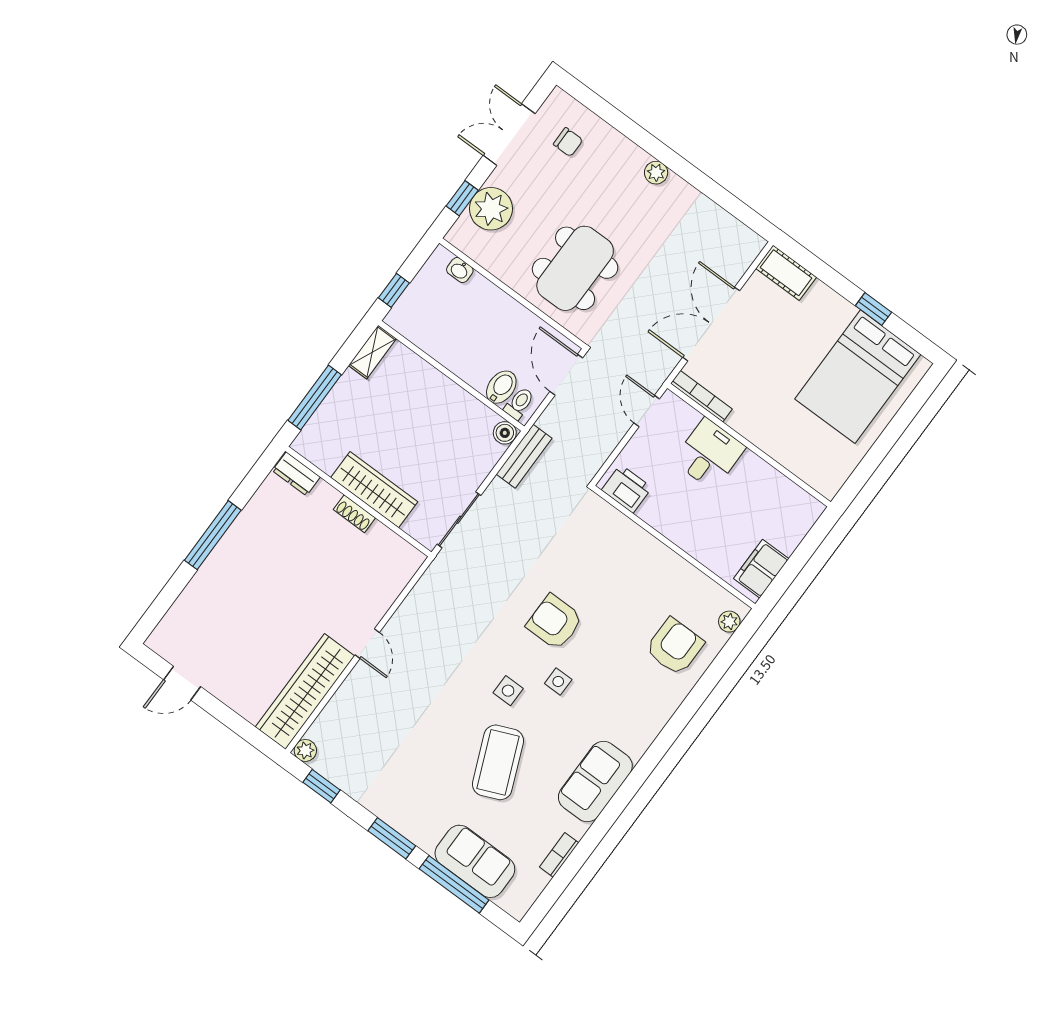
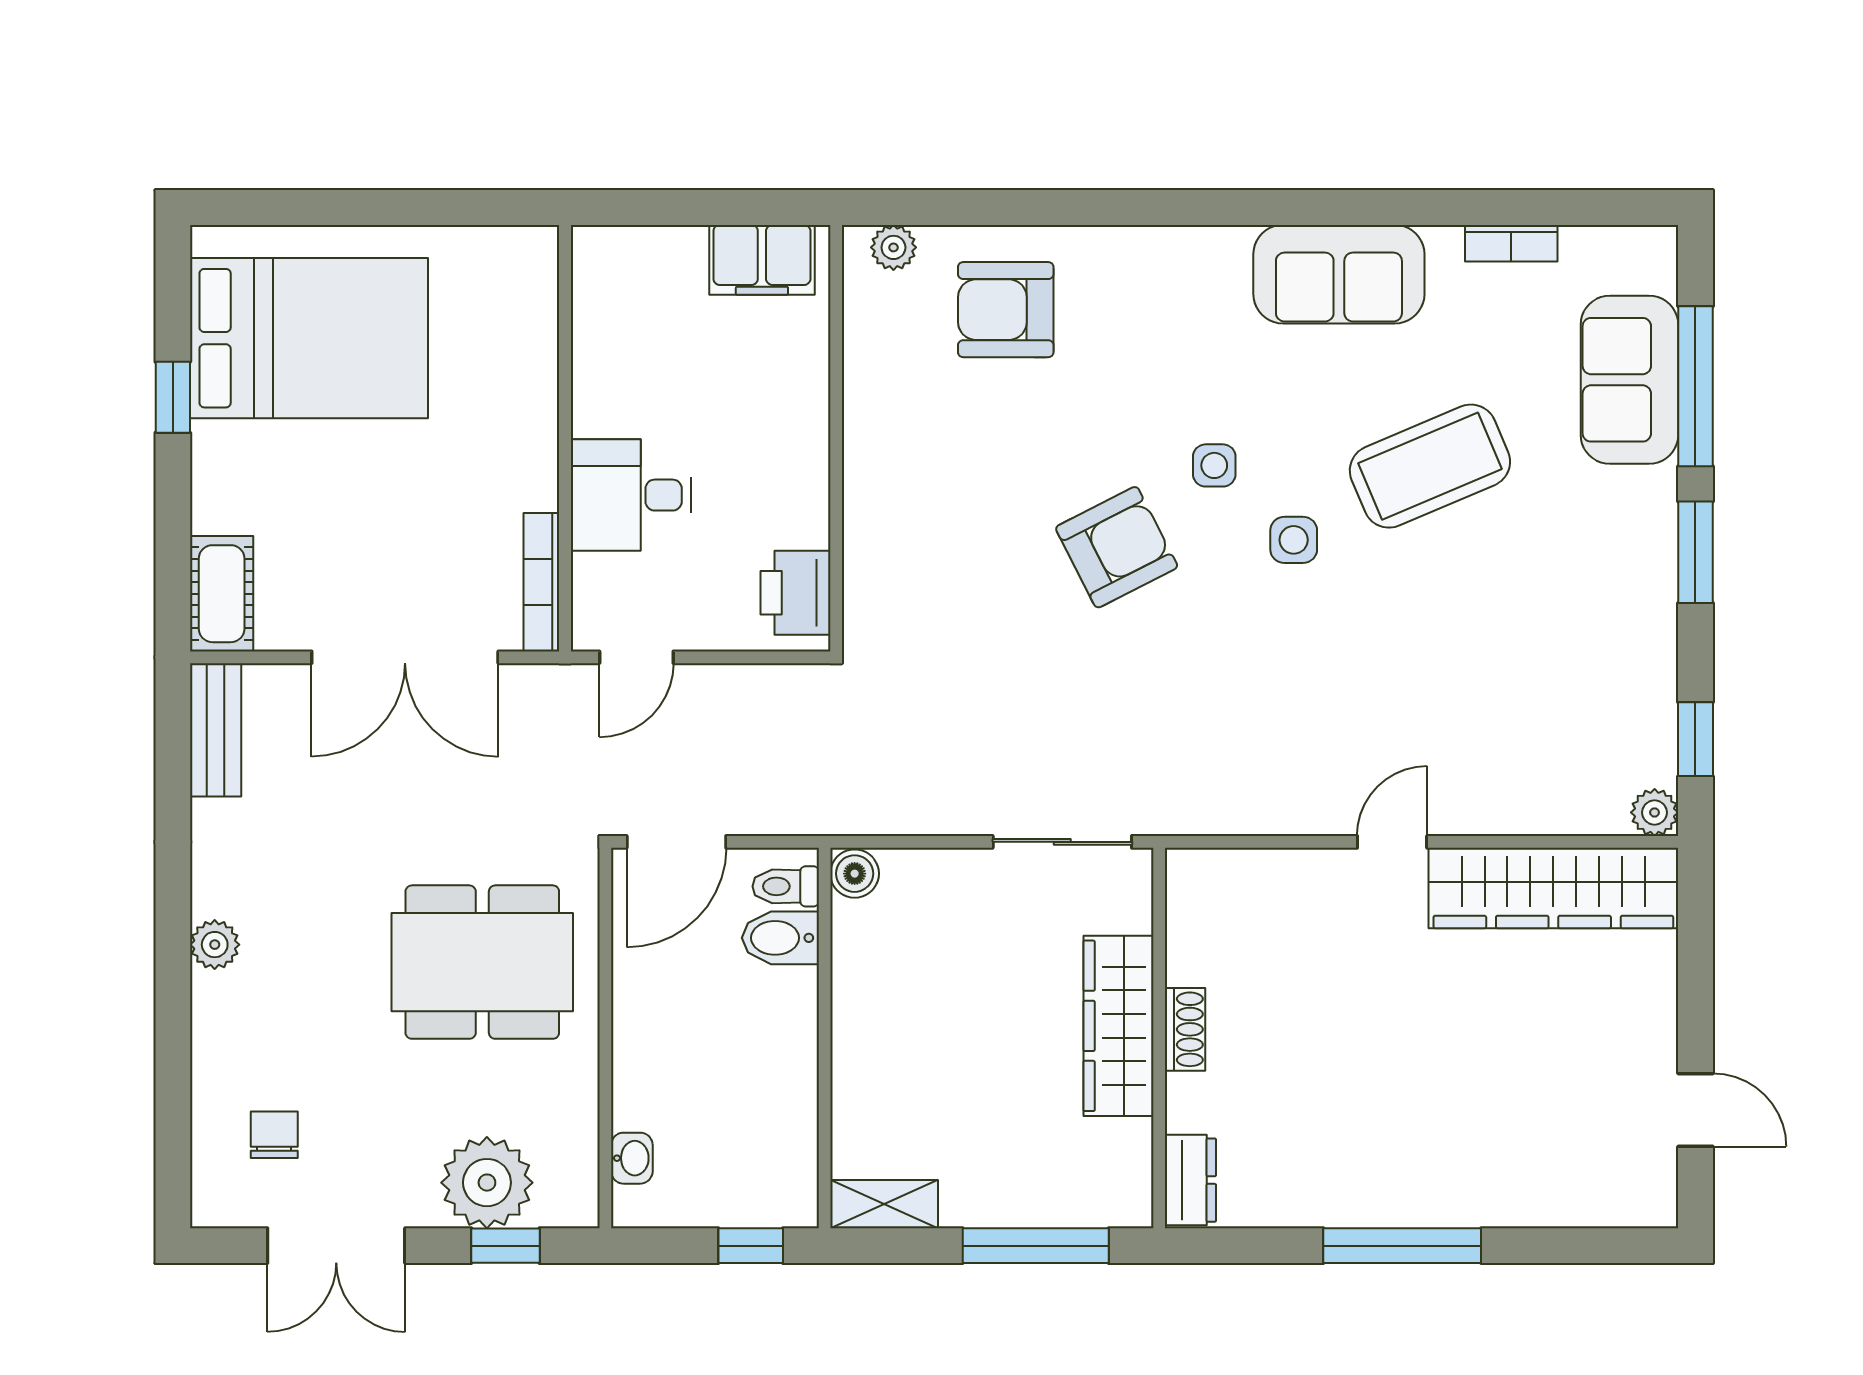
bench: (524, 456) -> (216, 730), moved, turned 90
armchair: (555, 622) -> (1117, 547), turned -117

